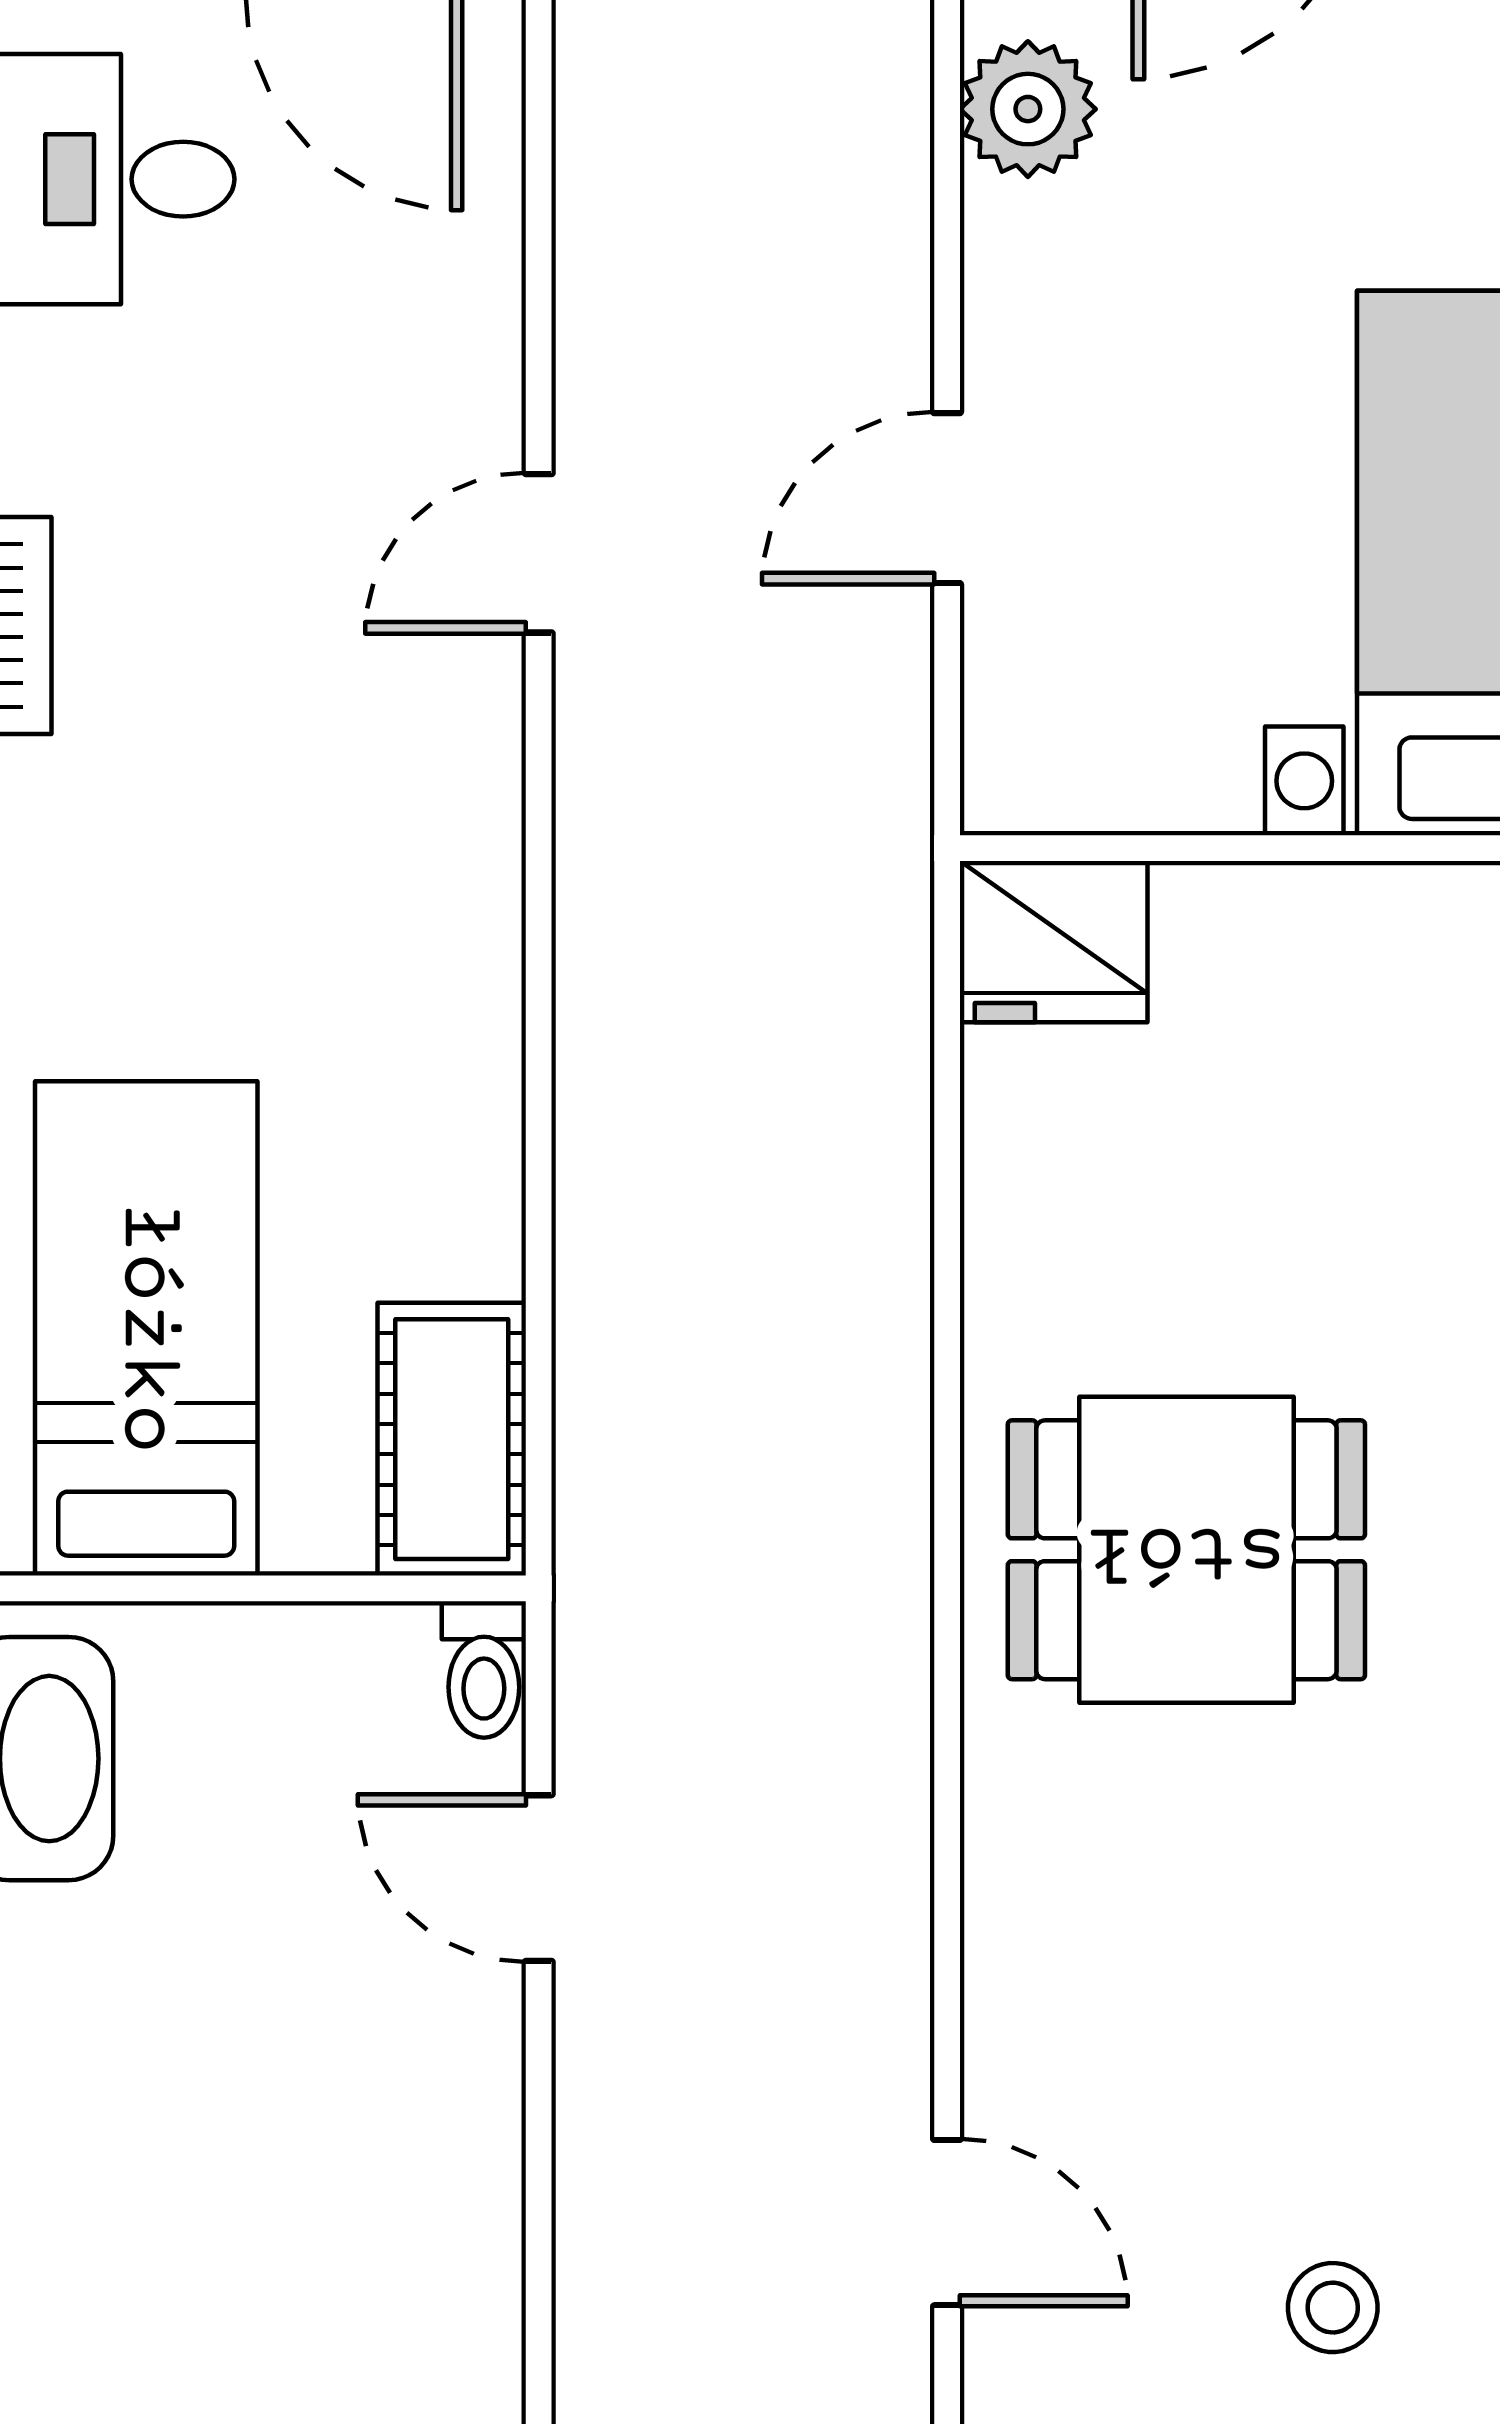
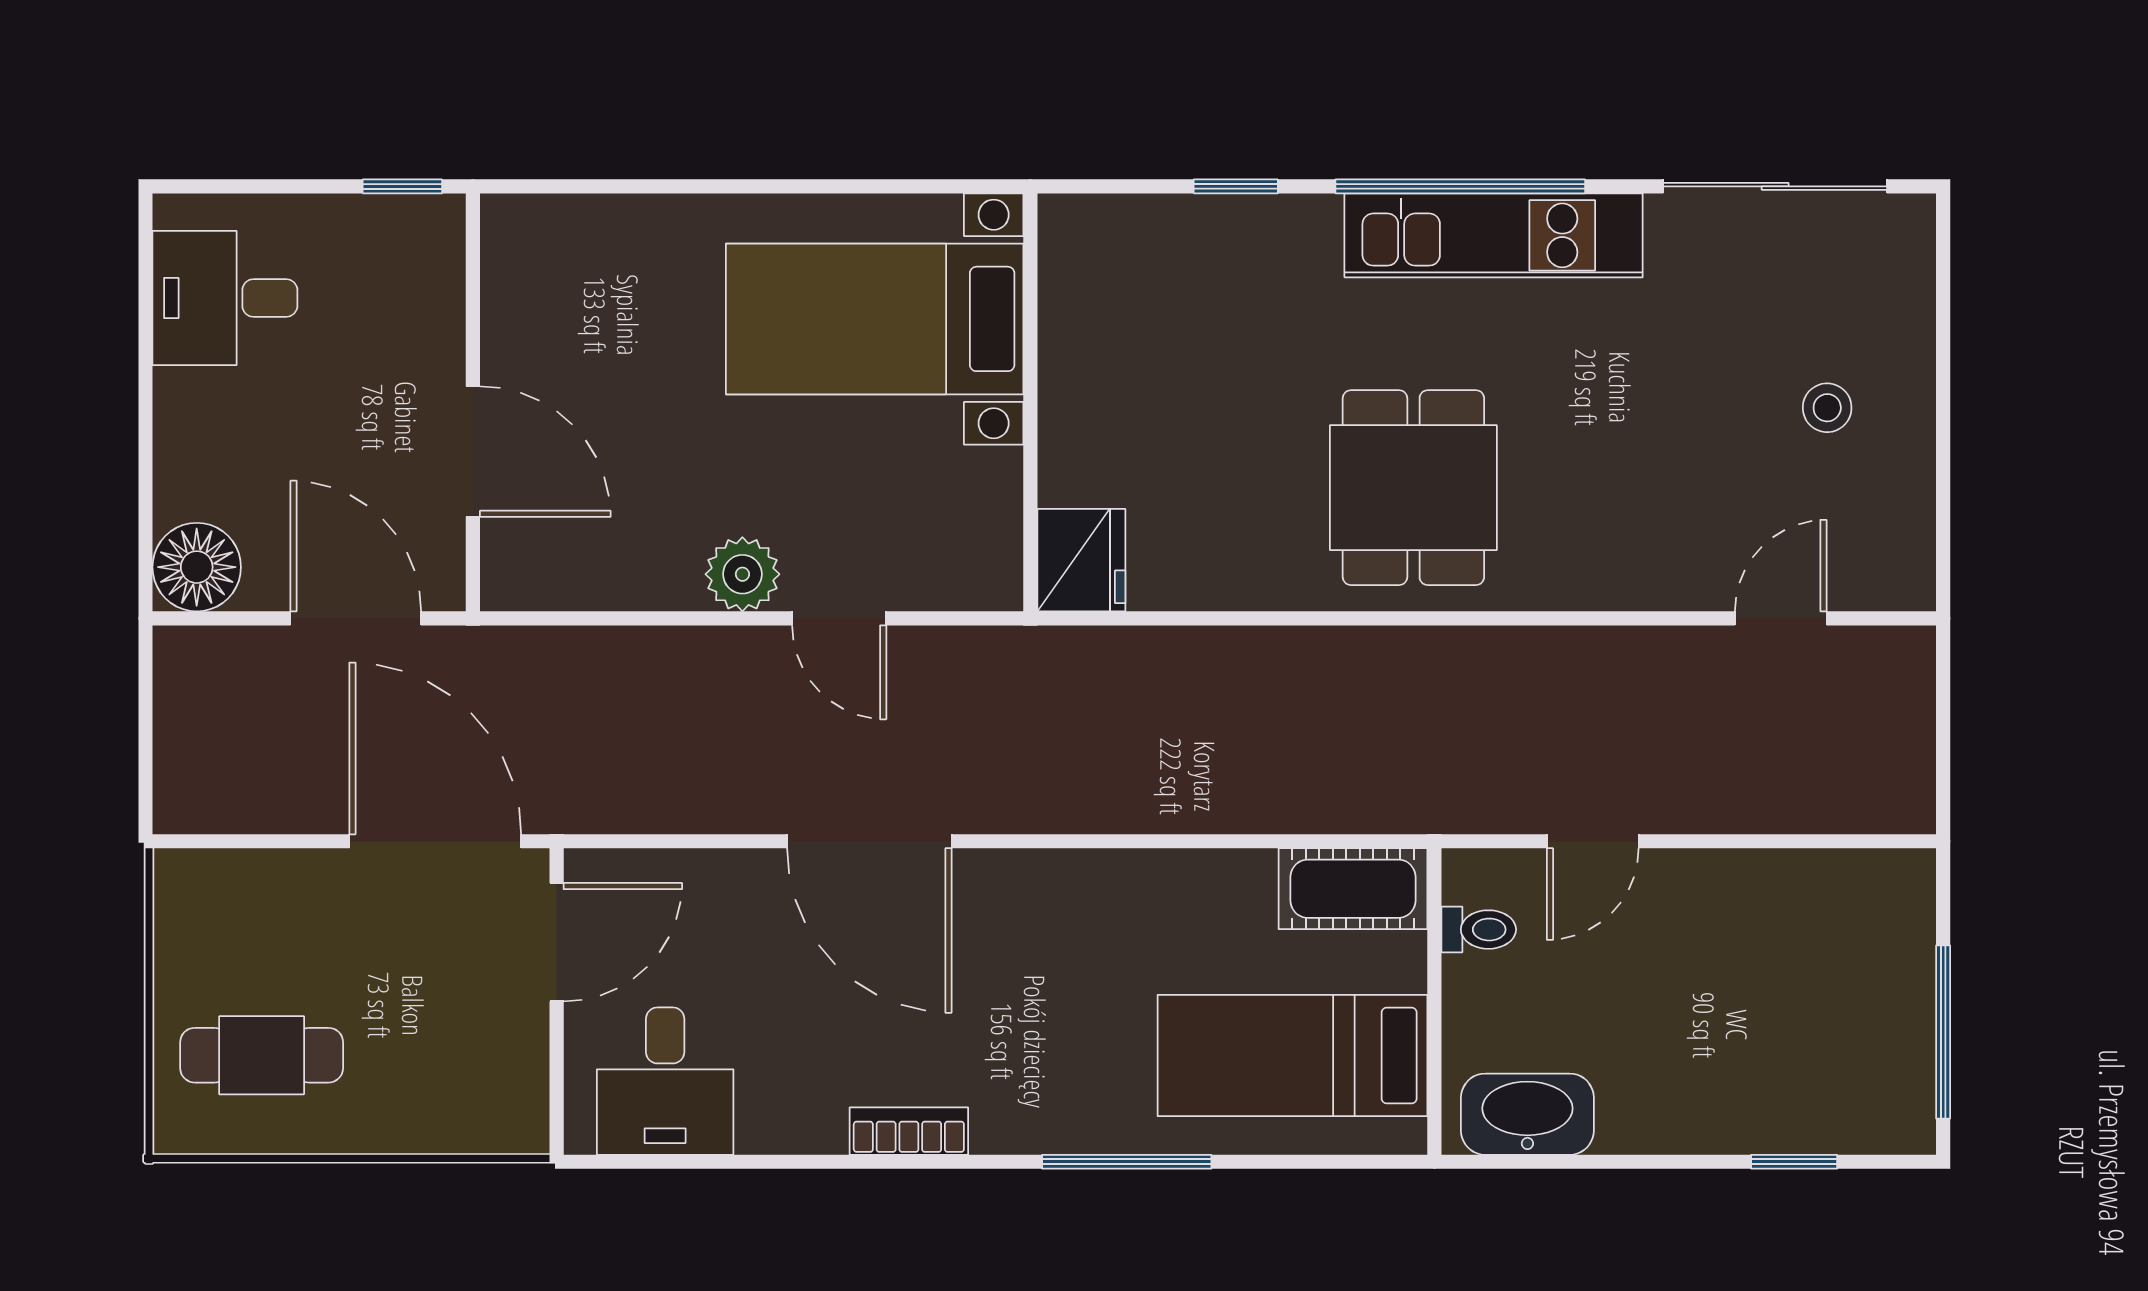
plant: (1028, 109) -> (742, 574), moved
door: (539, 553) -> (869, 841), width x1.87
toilet: (484, 1669) -> (1479, 930), moved

